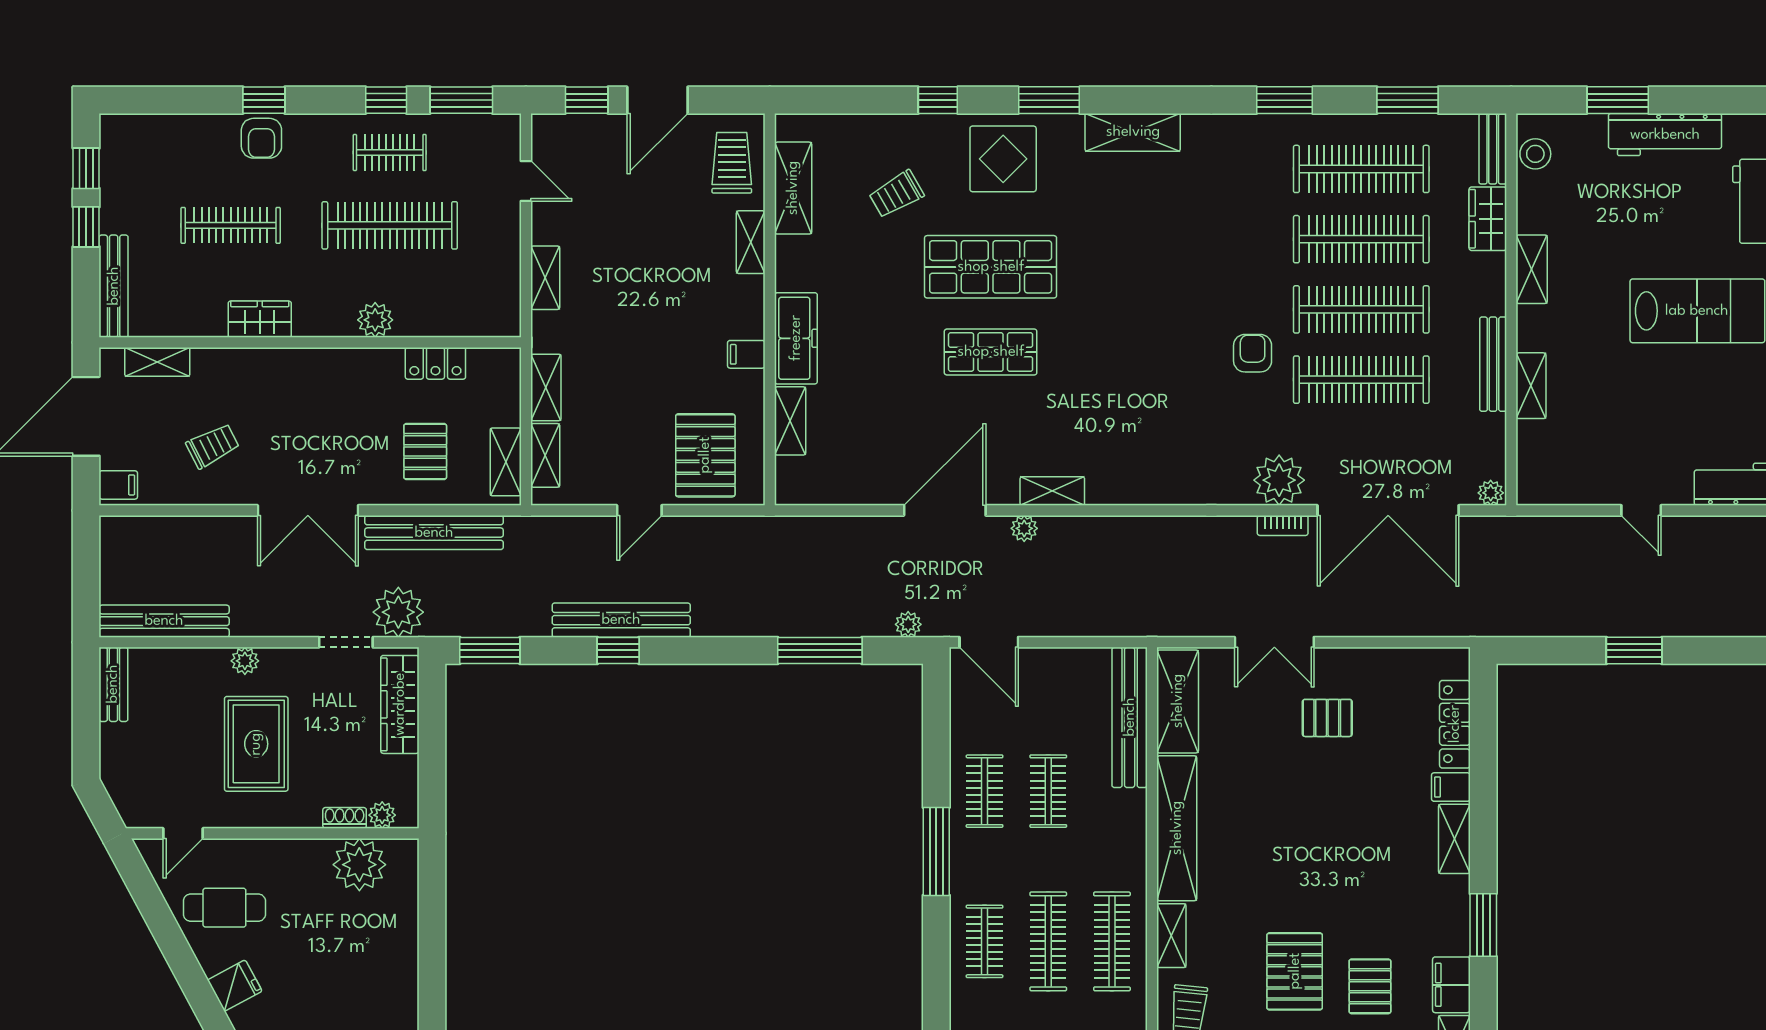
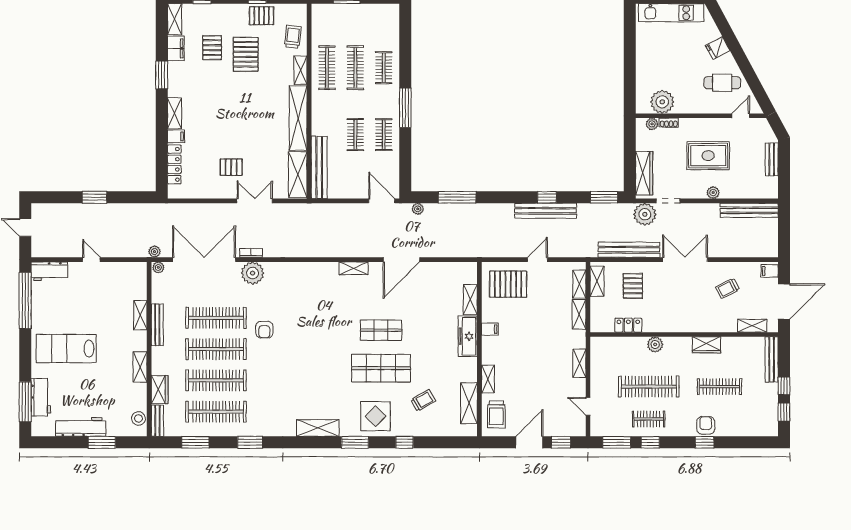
pallet: (705, 455) -> (508, 284), turned 90
plant: (1024, 528) -> (155, 252), moved
bench: (113, 684) -> (772, 159), moved
rug: (256, 744) -> (708, 156), turned 90

